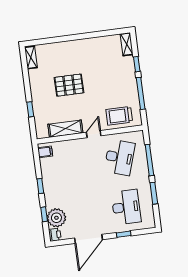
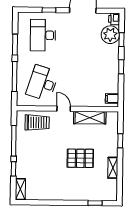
window: (47, 41) -> (95, 203), added
shelving: (31, 57) -> (113, 168), moved
door: (94, 134) -> (64, 109), swing flipped

